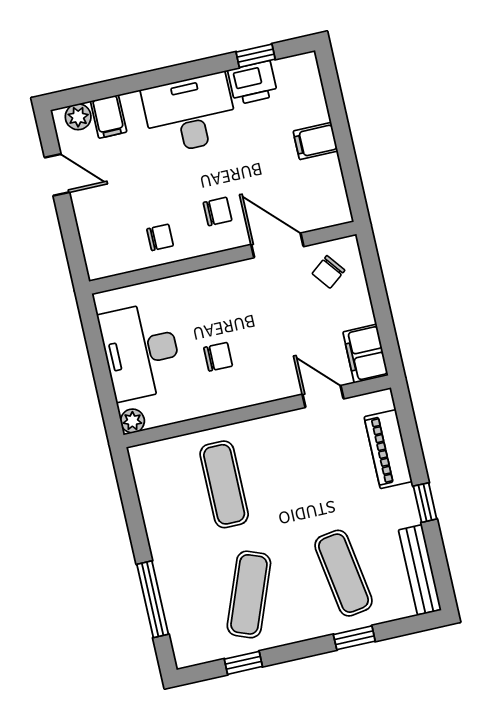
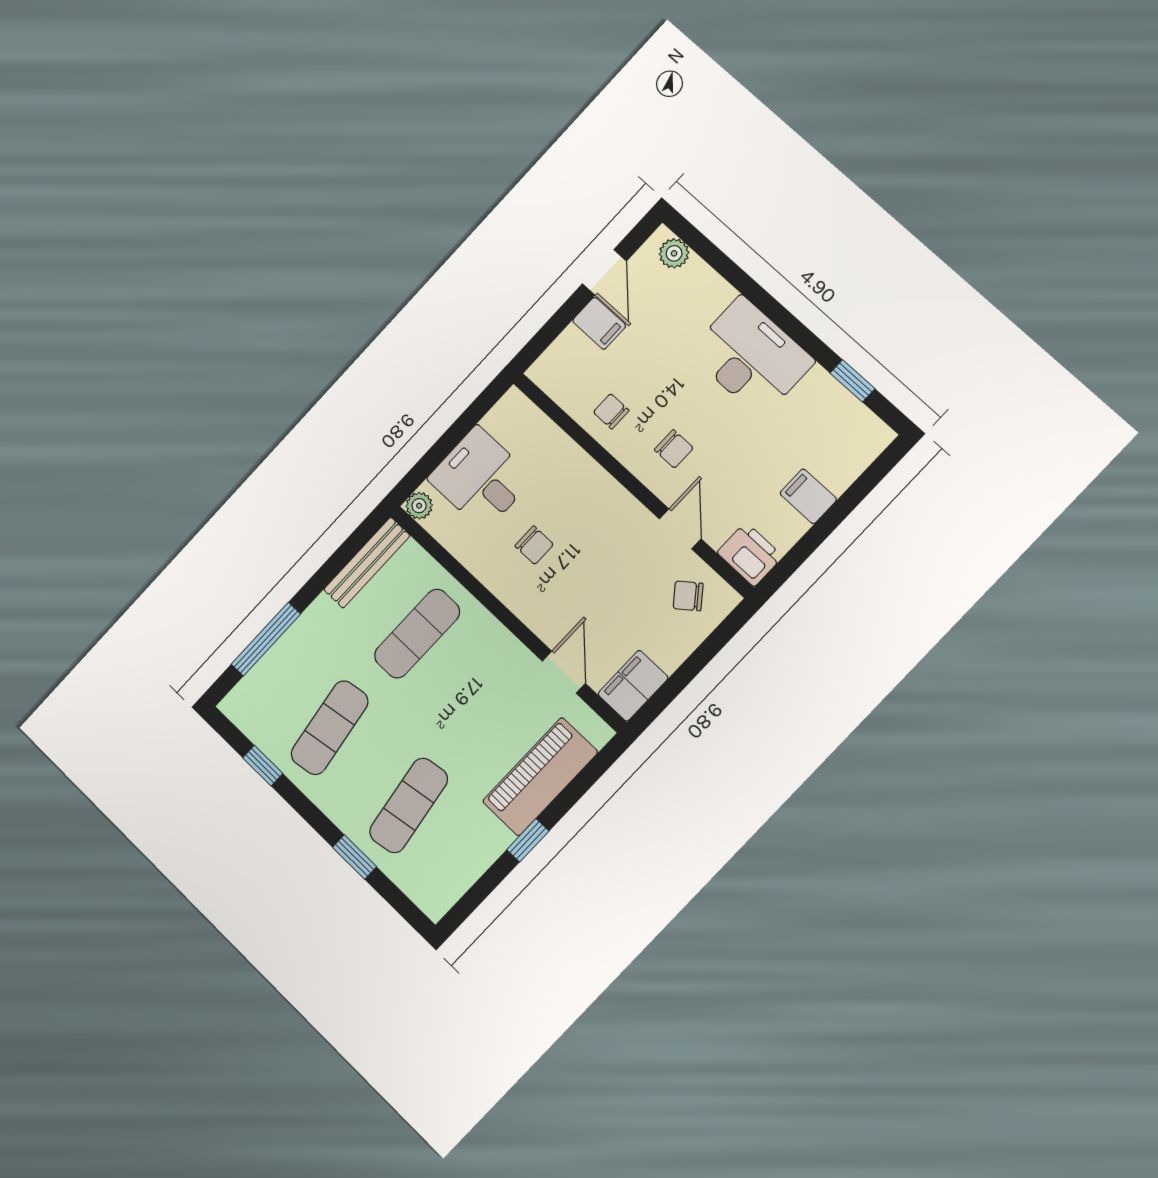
printer: (253, 83) -> (750, 554), moved, turned 180
filing cabinet: (109, 116) -> (599, 323), moved, turned -90
chair: (160, 237) -> (611, 411), turned 180
door: (277, 245) -> (680, 529), width x0.73
desk: (141, 351) -> (481, 479), width x0.73
piano: (388, 449) -> (540, 777), width x1.37, depth x1.33
bench: (420, 570) -> (367, 563), moved
exercise mat: (249, 594) -> (330, 728), turned -30

